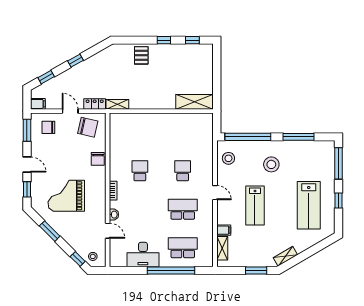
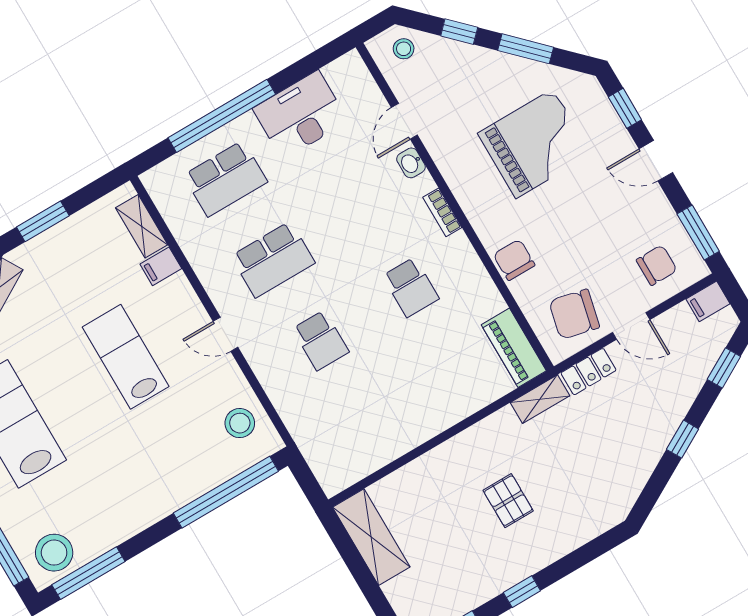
pallet: (141, 55) -> (508, 501), moved
shelving: (195, 102) -> (371, 537), moved, turned 90
piano: (116, 128) -> (514, 348), added
window: (299, 137) -> (88, 573), moved
stool: (271, 164) -> (54, 553), moved
door: (108, 231) -> (404, 121), hinge flipped
window: (78, 259) -> (459, 32), moved

